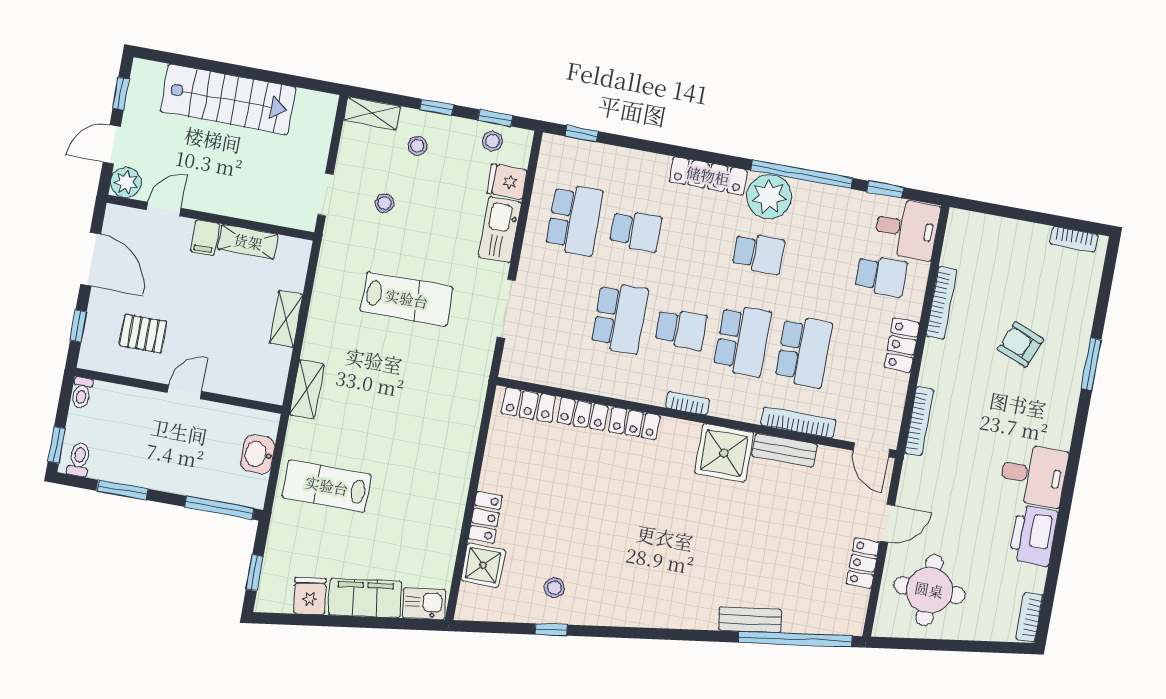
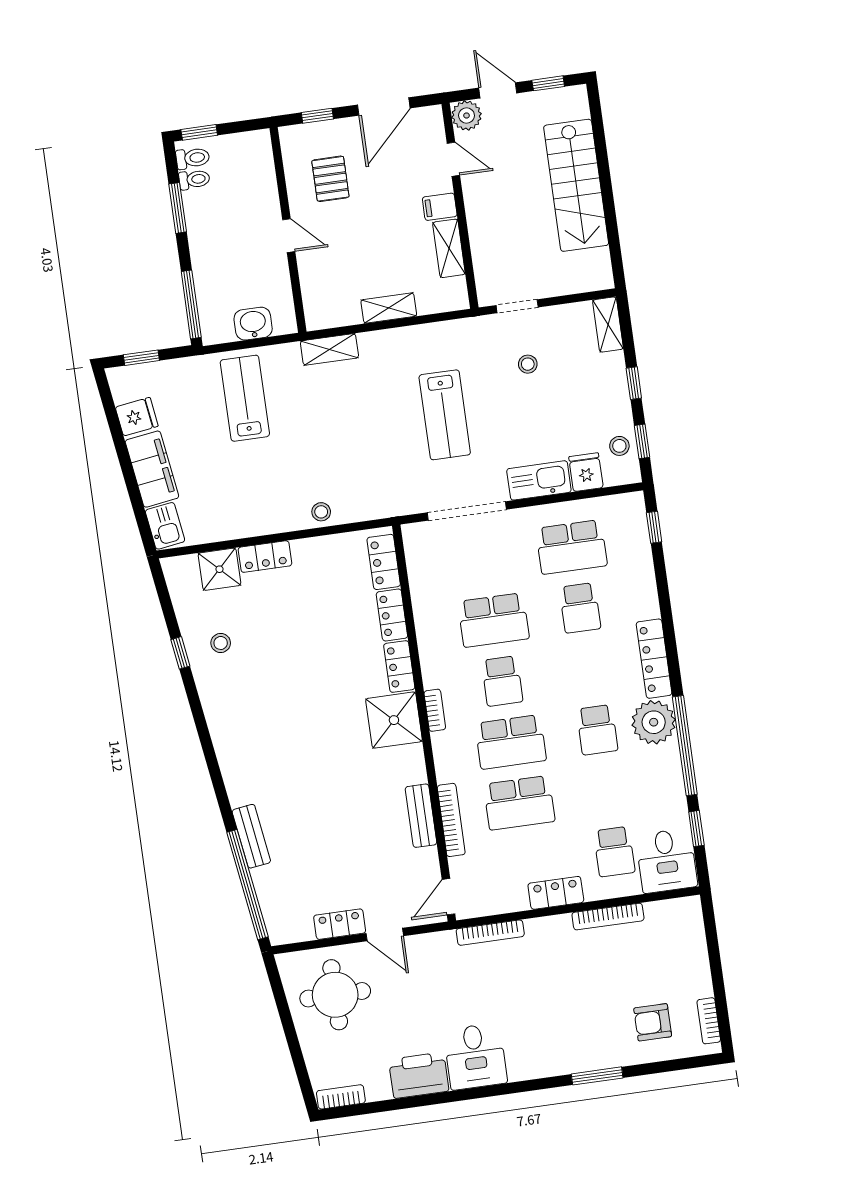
stool: (417, 146) -> (321, 512), moved
doorway: (506, 309) -> (467, 511), width x1.36
armchair: (1020, 344) -> (653, 1022), moved, turned -112
toilet: (82, 393) -> (194, 179), moved, turned 180
shower: (724, 453) -> (394, 720), moved

